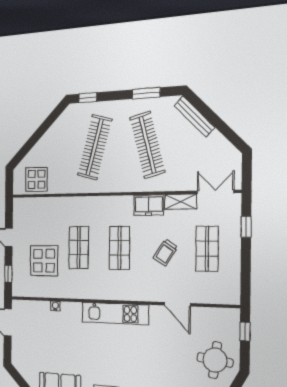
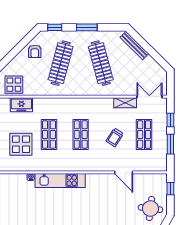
window: (146, 93) -> (87, 27), moved
armchair: (62, 133) -> (35, 51), added
freezer: (149, 205) -> (21, 105), moved
window: (246, 264) -> (170, 144), added
kitchen unit: (115, 313) -> (60, 180), moved

